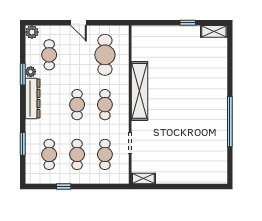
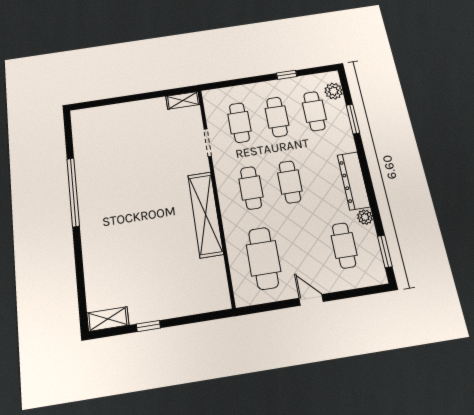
plant: (32, 32) -> (334, 91), moved
window: (23, 74) -> (385, 251), moved

